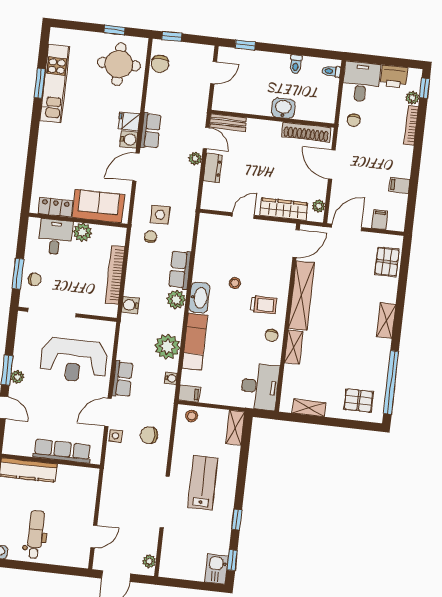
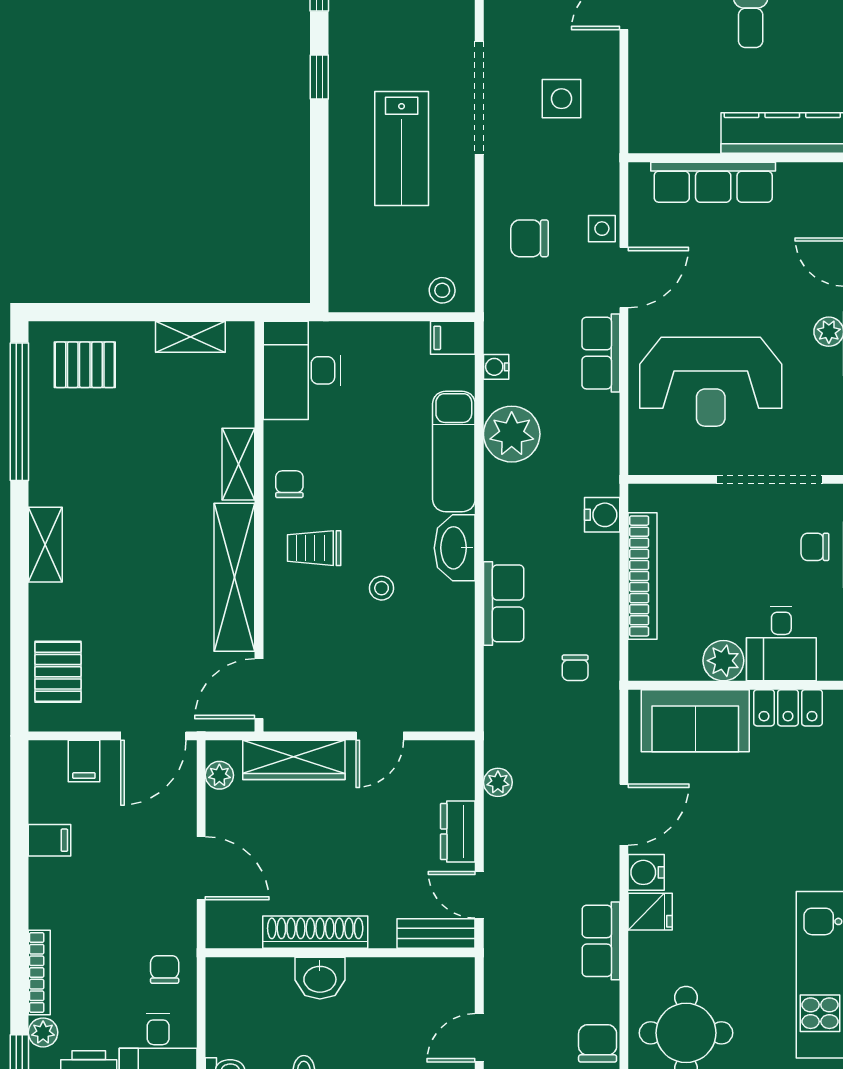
row of seats: (151, 131) -> (601, 941), moved
shoe rack: (306, 132) -> (315, 932), moved
plant: (195, 158) -> (498, 782), moved
side table: (160, 215) -> (561, 99), moved
plant: (176, 300) -> (504, 538), removed
reception desk: (74, 360) -> (711, 382), turned 180
shelving: (235, 428) -> (345, 276), removed
chair: (149, 435) -> (529, 238), turned 180

